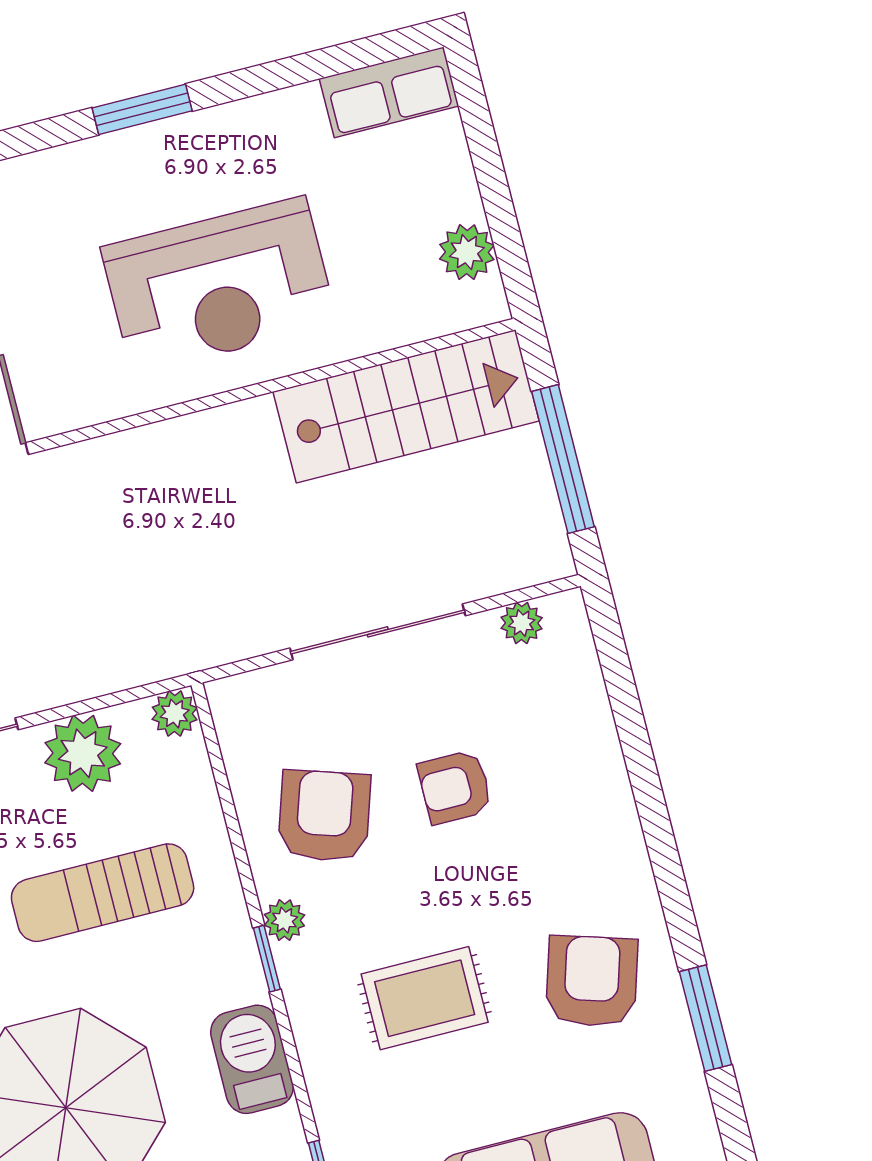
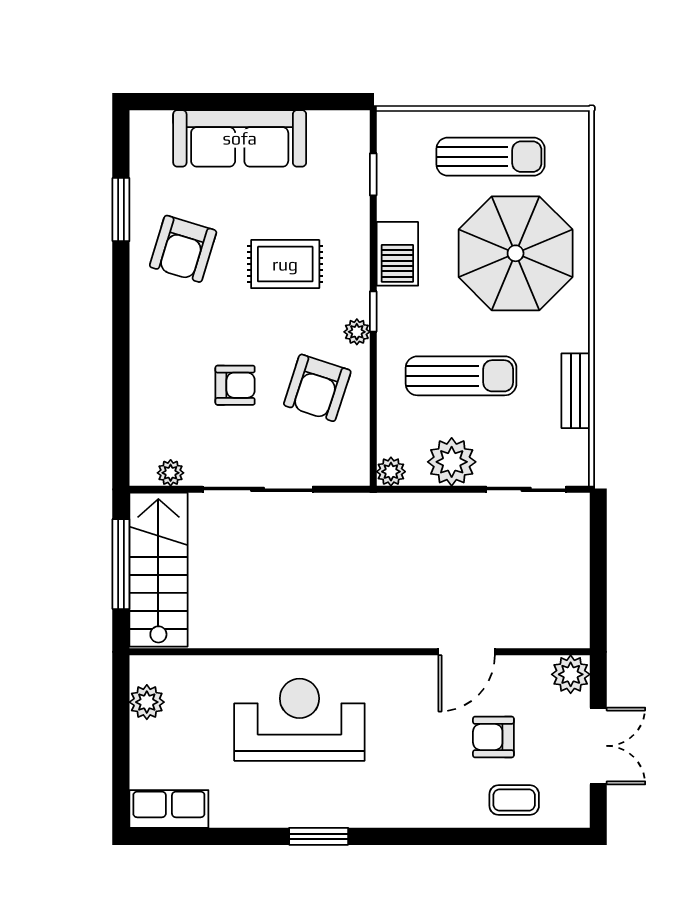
stairs: (406, 406) -> (158, 570), moved, turned 90

